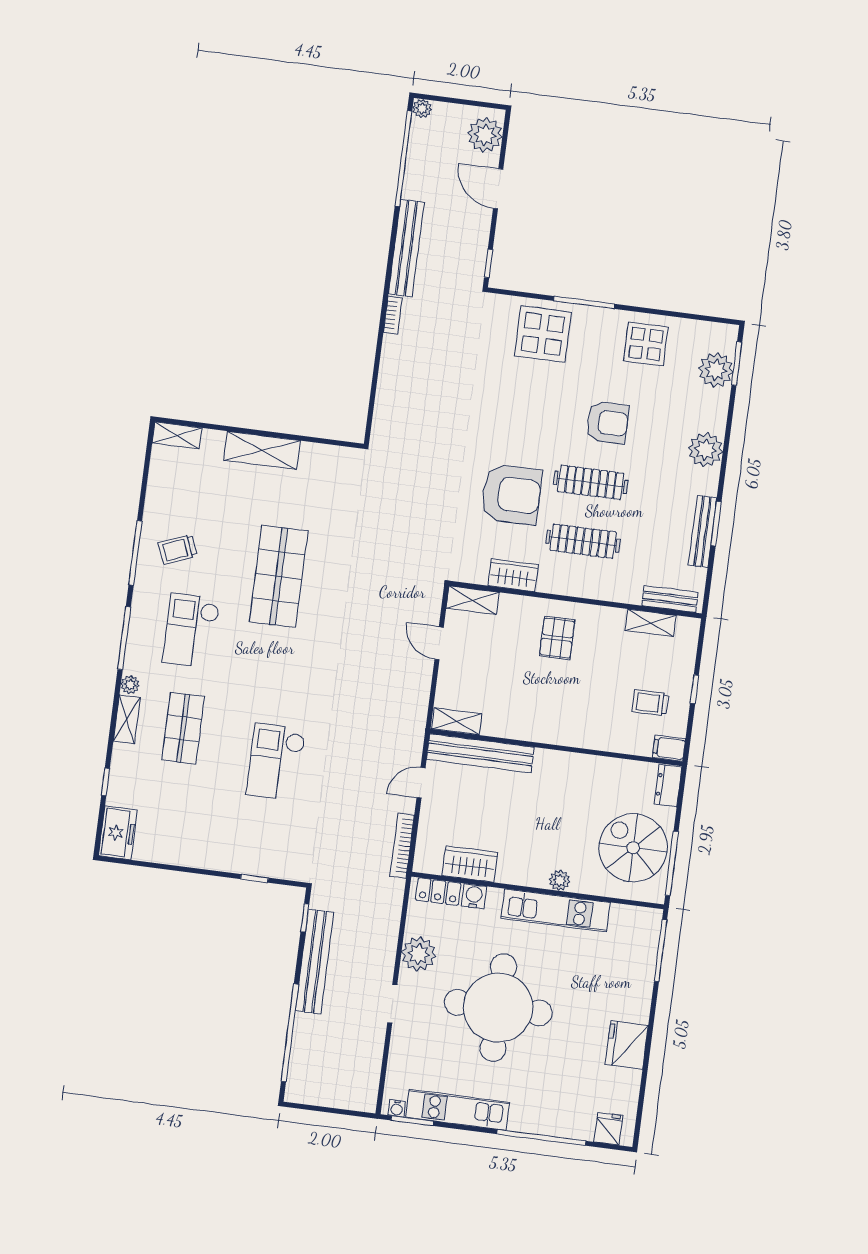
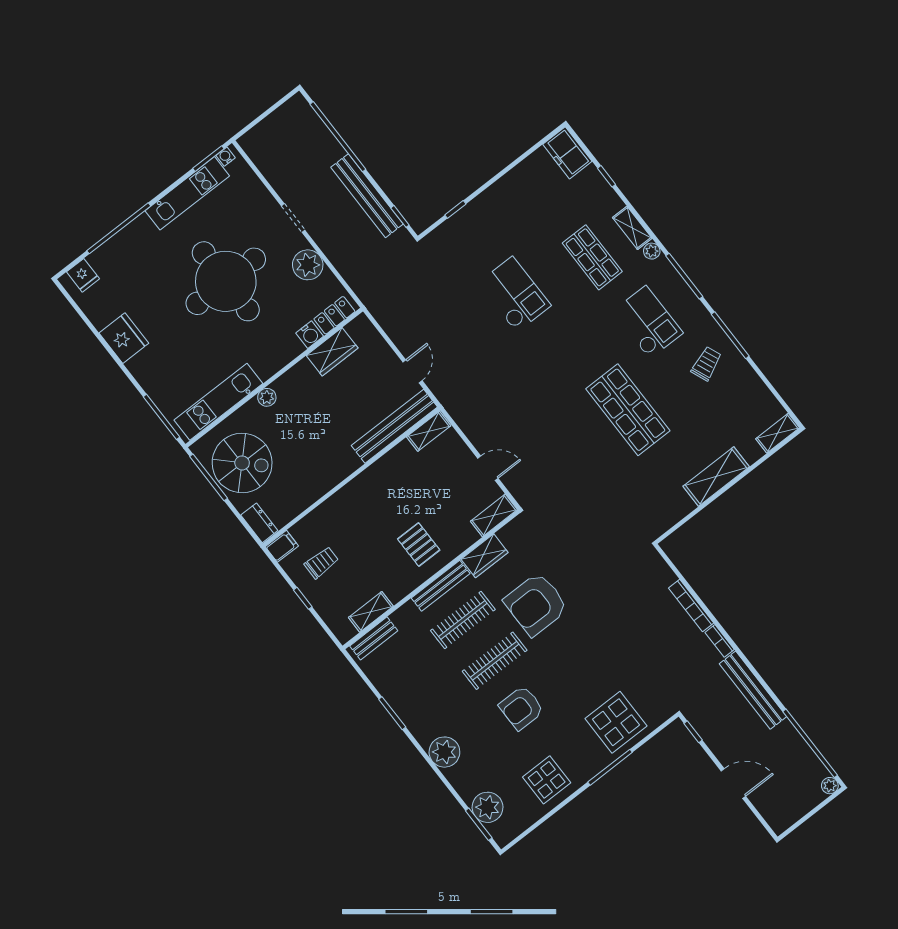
plant: (485, 135) -> (775, 808), removed
bench: (703, 532) -> (441, 586), moved, turned 90
bookcase: (402, 846) -> (691, 605), moved, turned 180
kitchen unit: (555, 910) -> (218, 402), moved

